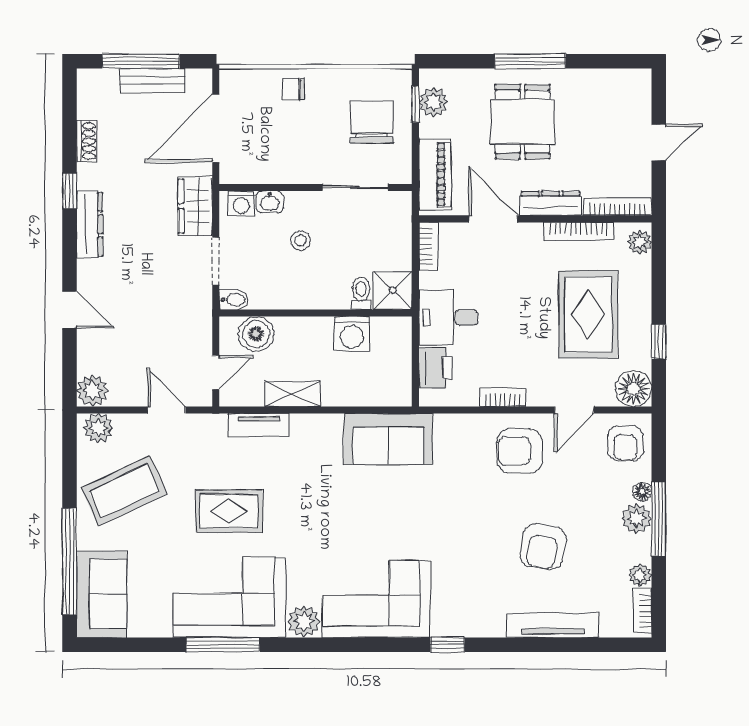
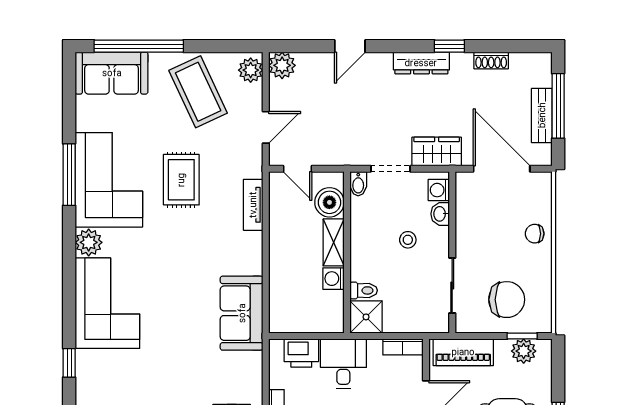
chair: (293, 89) -> (535, 234), turned -90
washing machine: (352, 334) -> (333, 279), width x0.73, depth x0.73
shelving: (292, 394) -> (334, 242), moved

